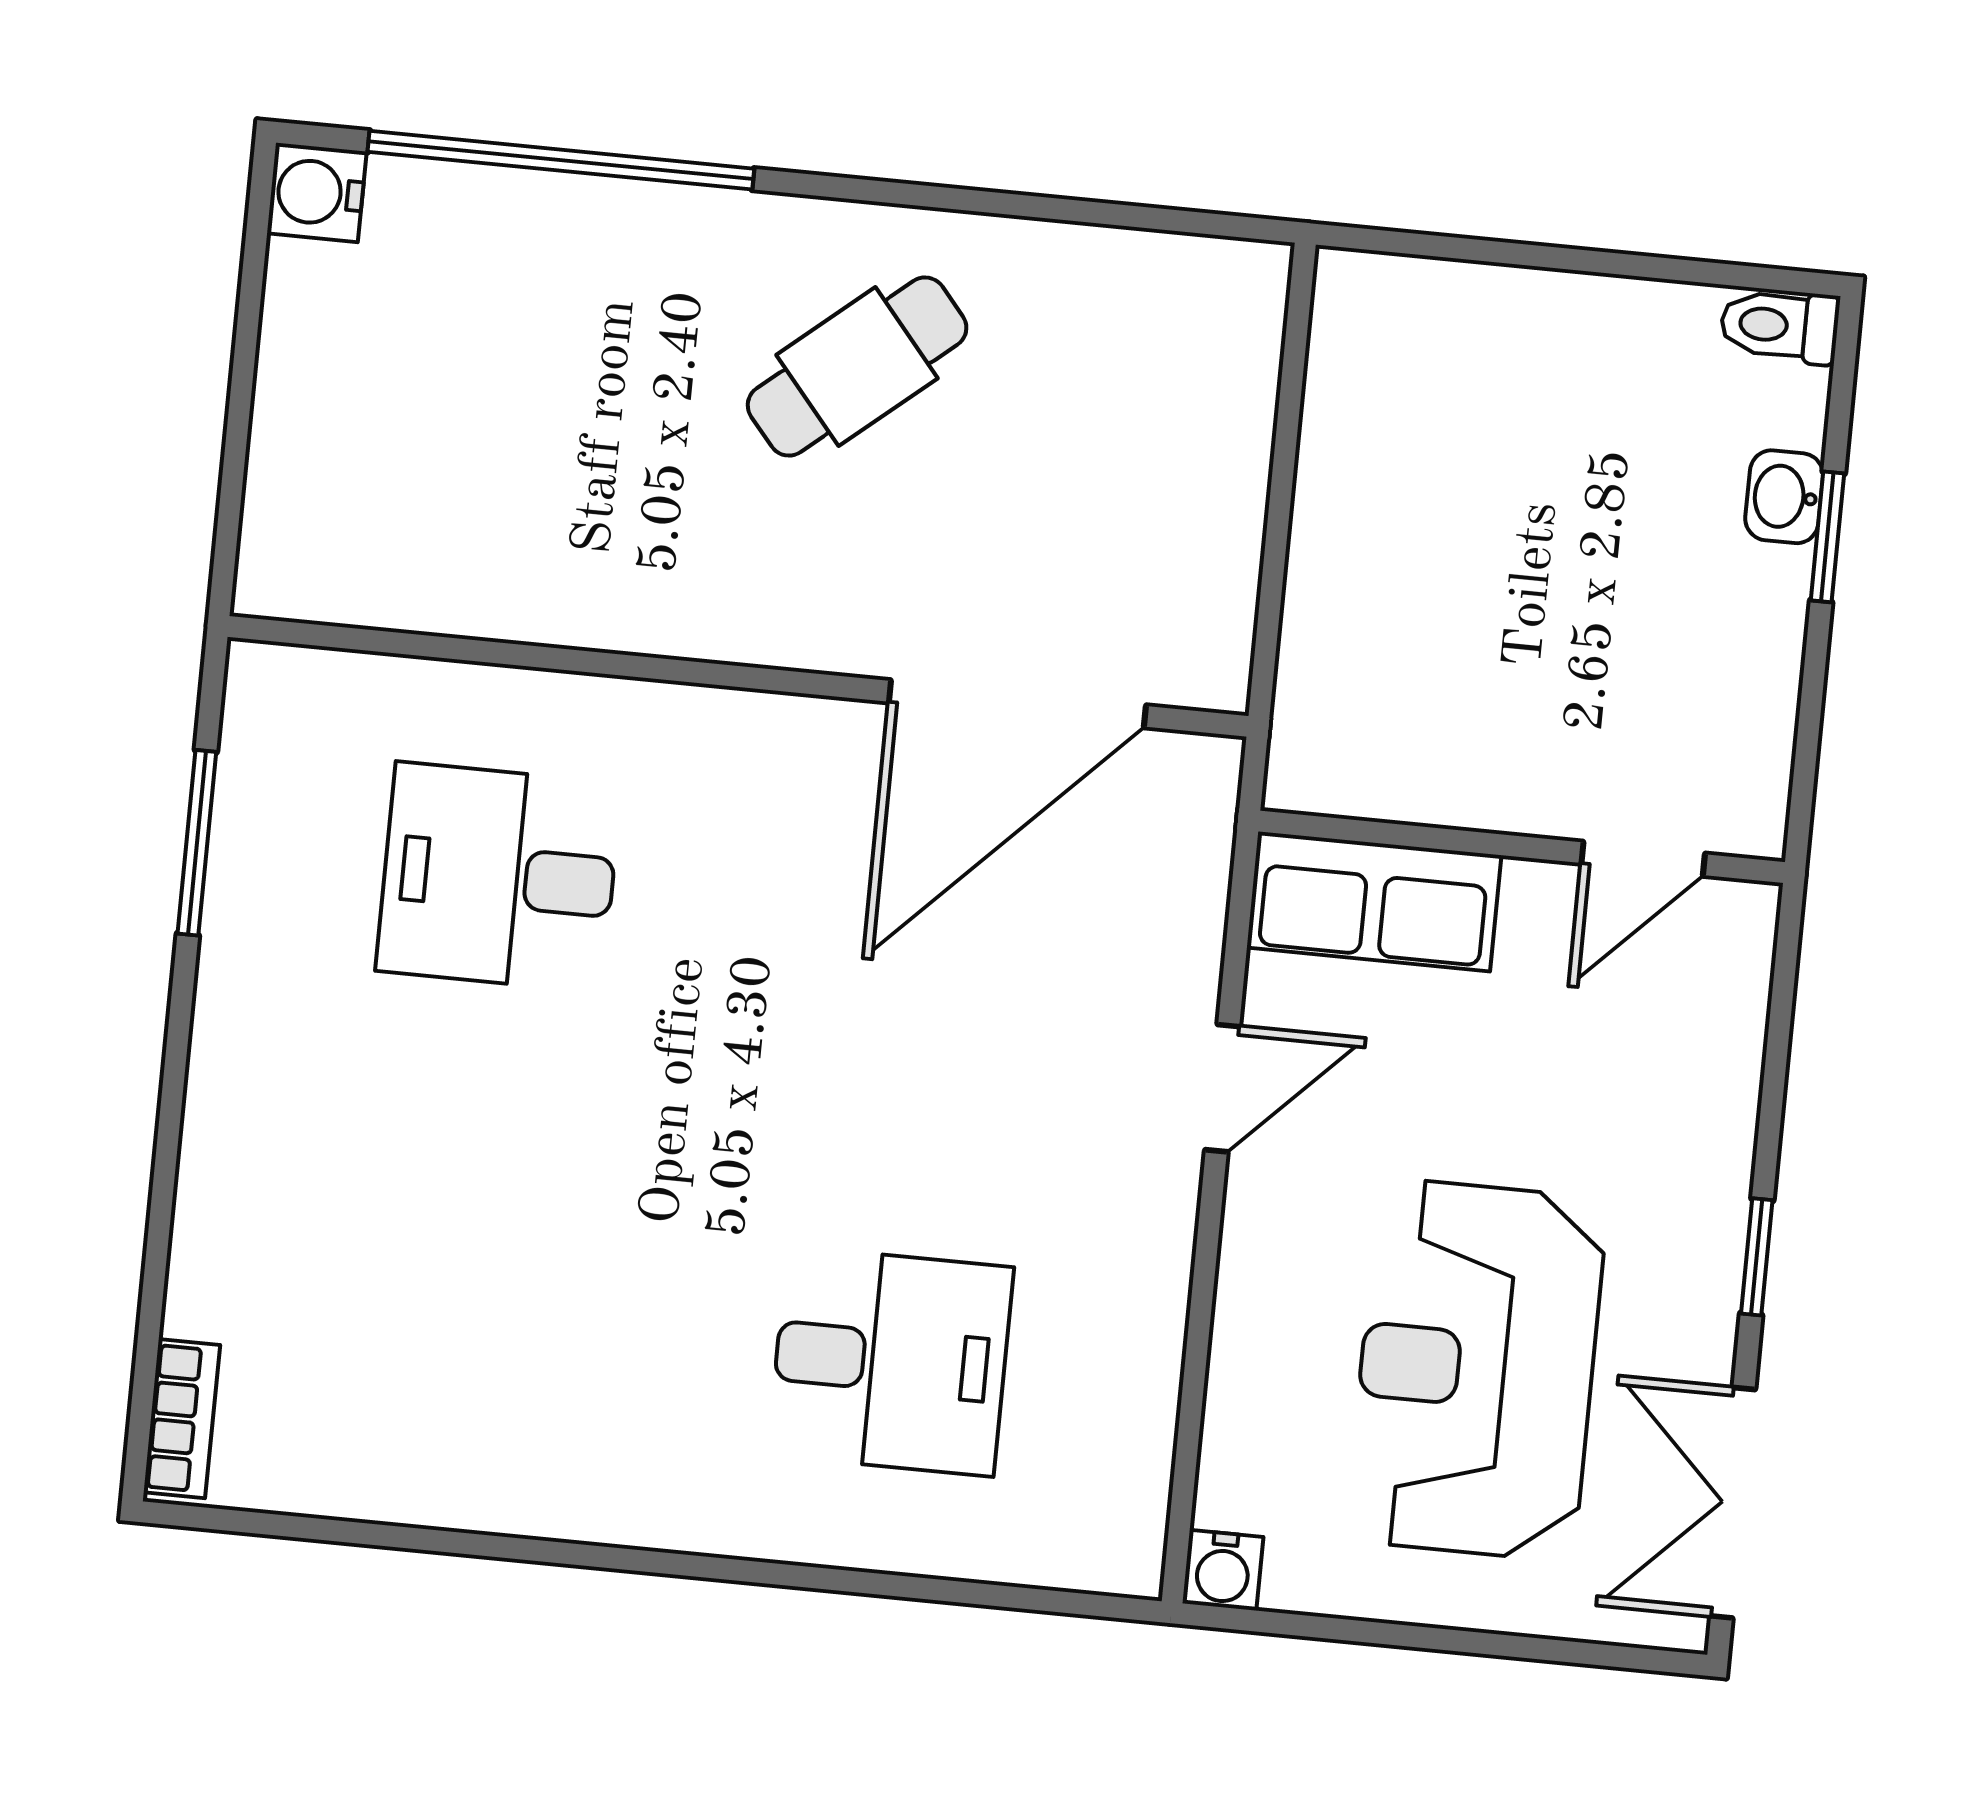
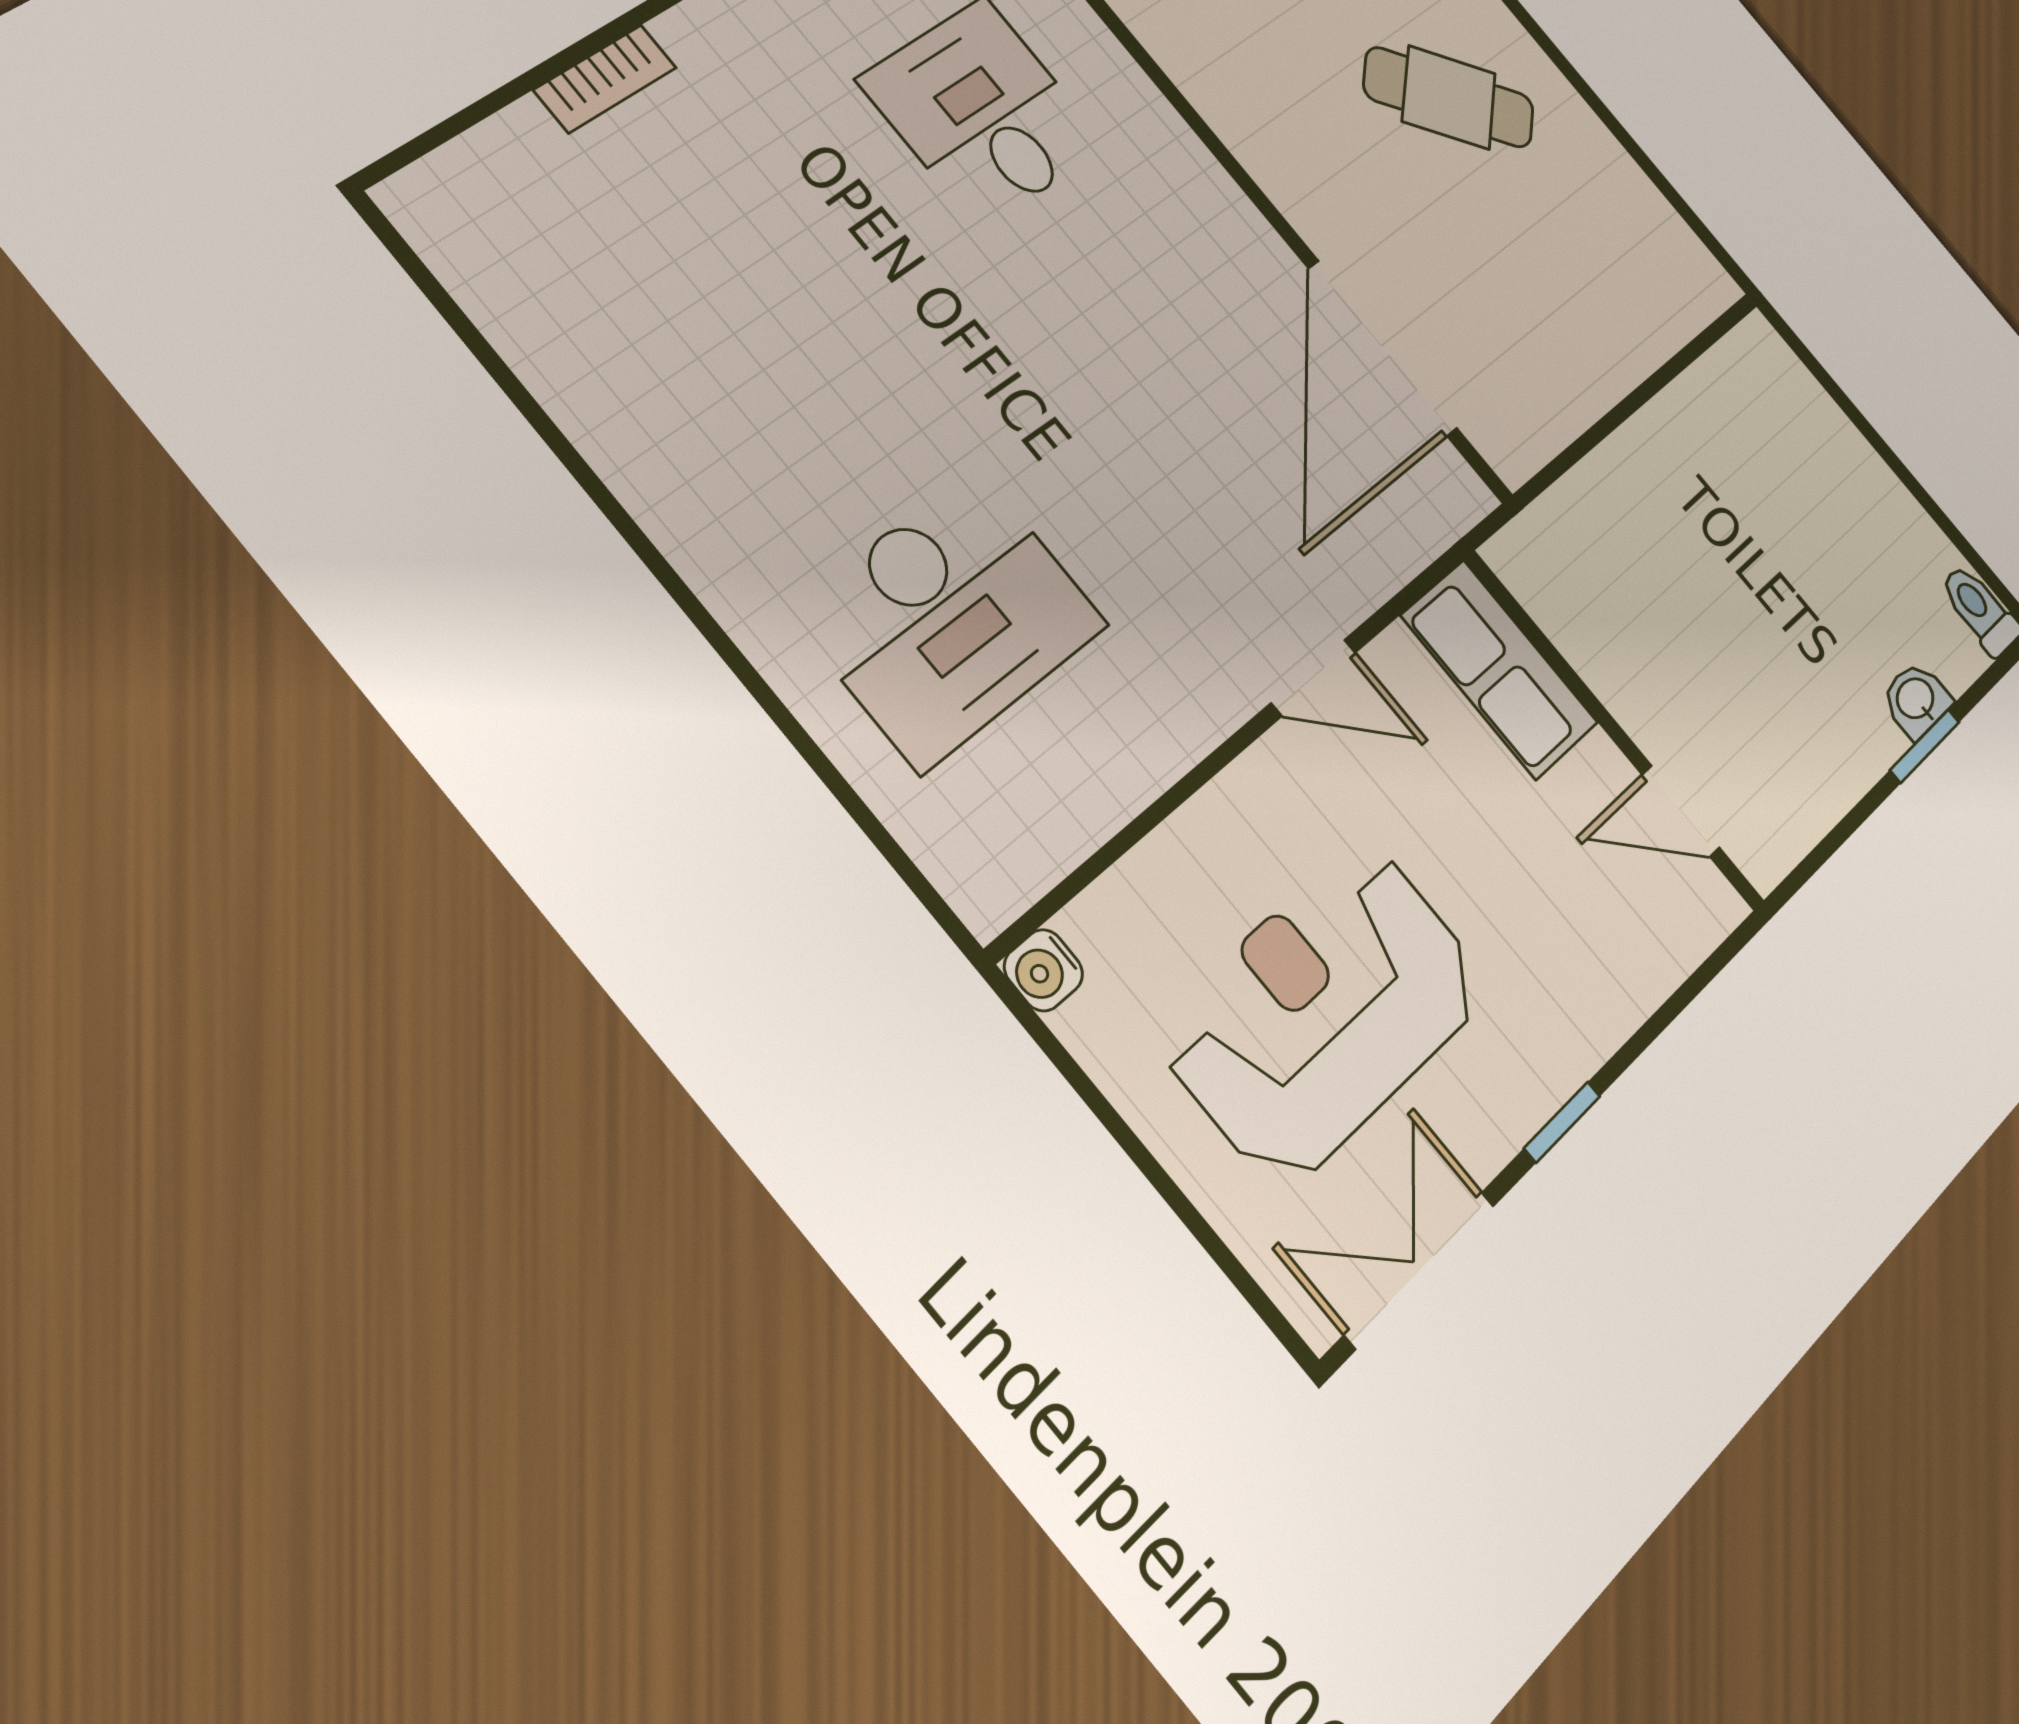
door: (1017, 704) -> (1383, 348), hinge flipped
desk: (890, 1361) -> (950, 618), width x1.37
bookcase: (182, 1419) -> (605, 79), moved

